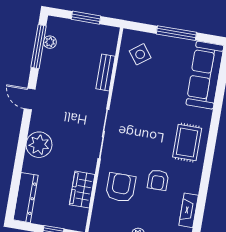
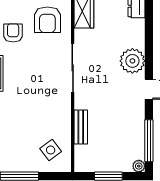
plant: (50, 42) -> (139, 166), moved
plant: (39, 145) -> (132, 61), moved

